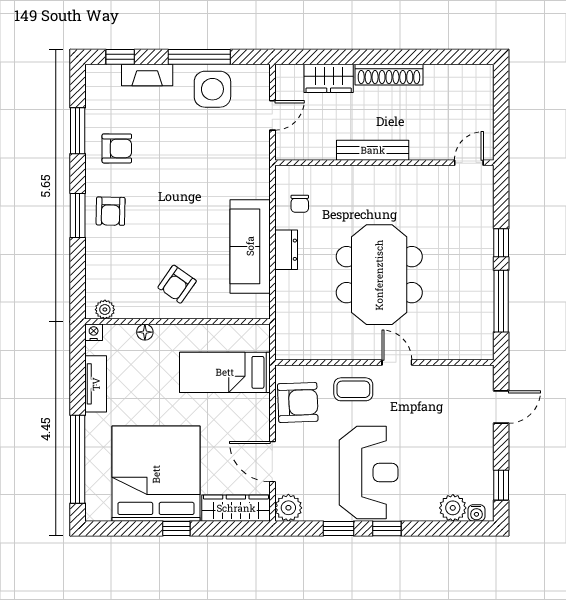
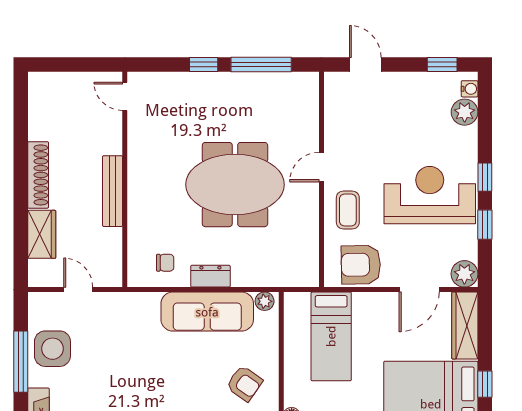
plant: (261, 305) -> (265, 301), added
armchair: (298, 402) -> (361, 265), turned -89

